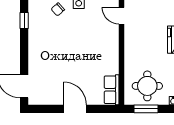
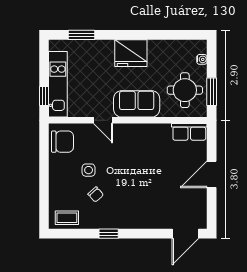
door: (121, 16) -> (103, 120), hinge flipped
sofa: (136, 45) -> (137, 104), added

